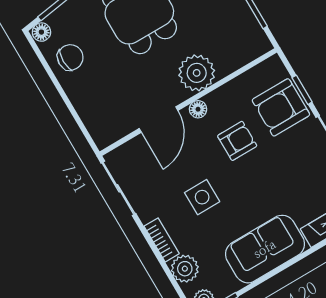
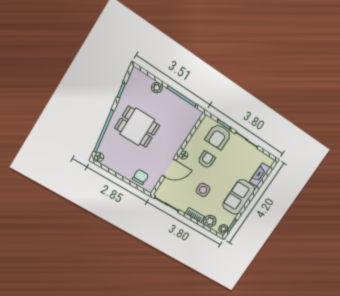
chair: (70, 57) -> (140, 177), moved
plant: (197, 73) -> (175, 140), removed
door: (159, 120) -> (169, 168), hinge flipped

